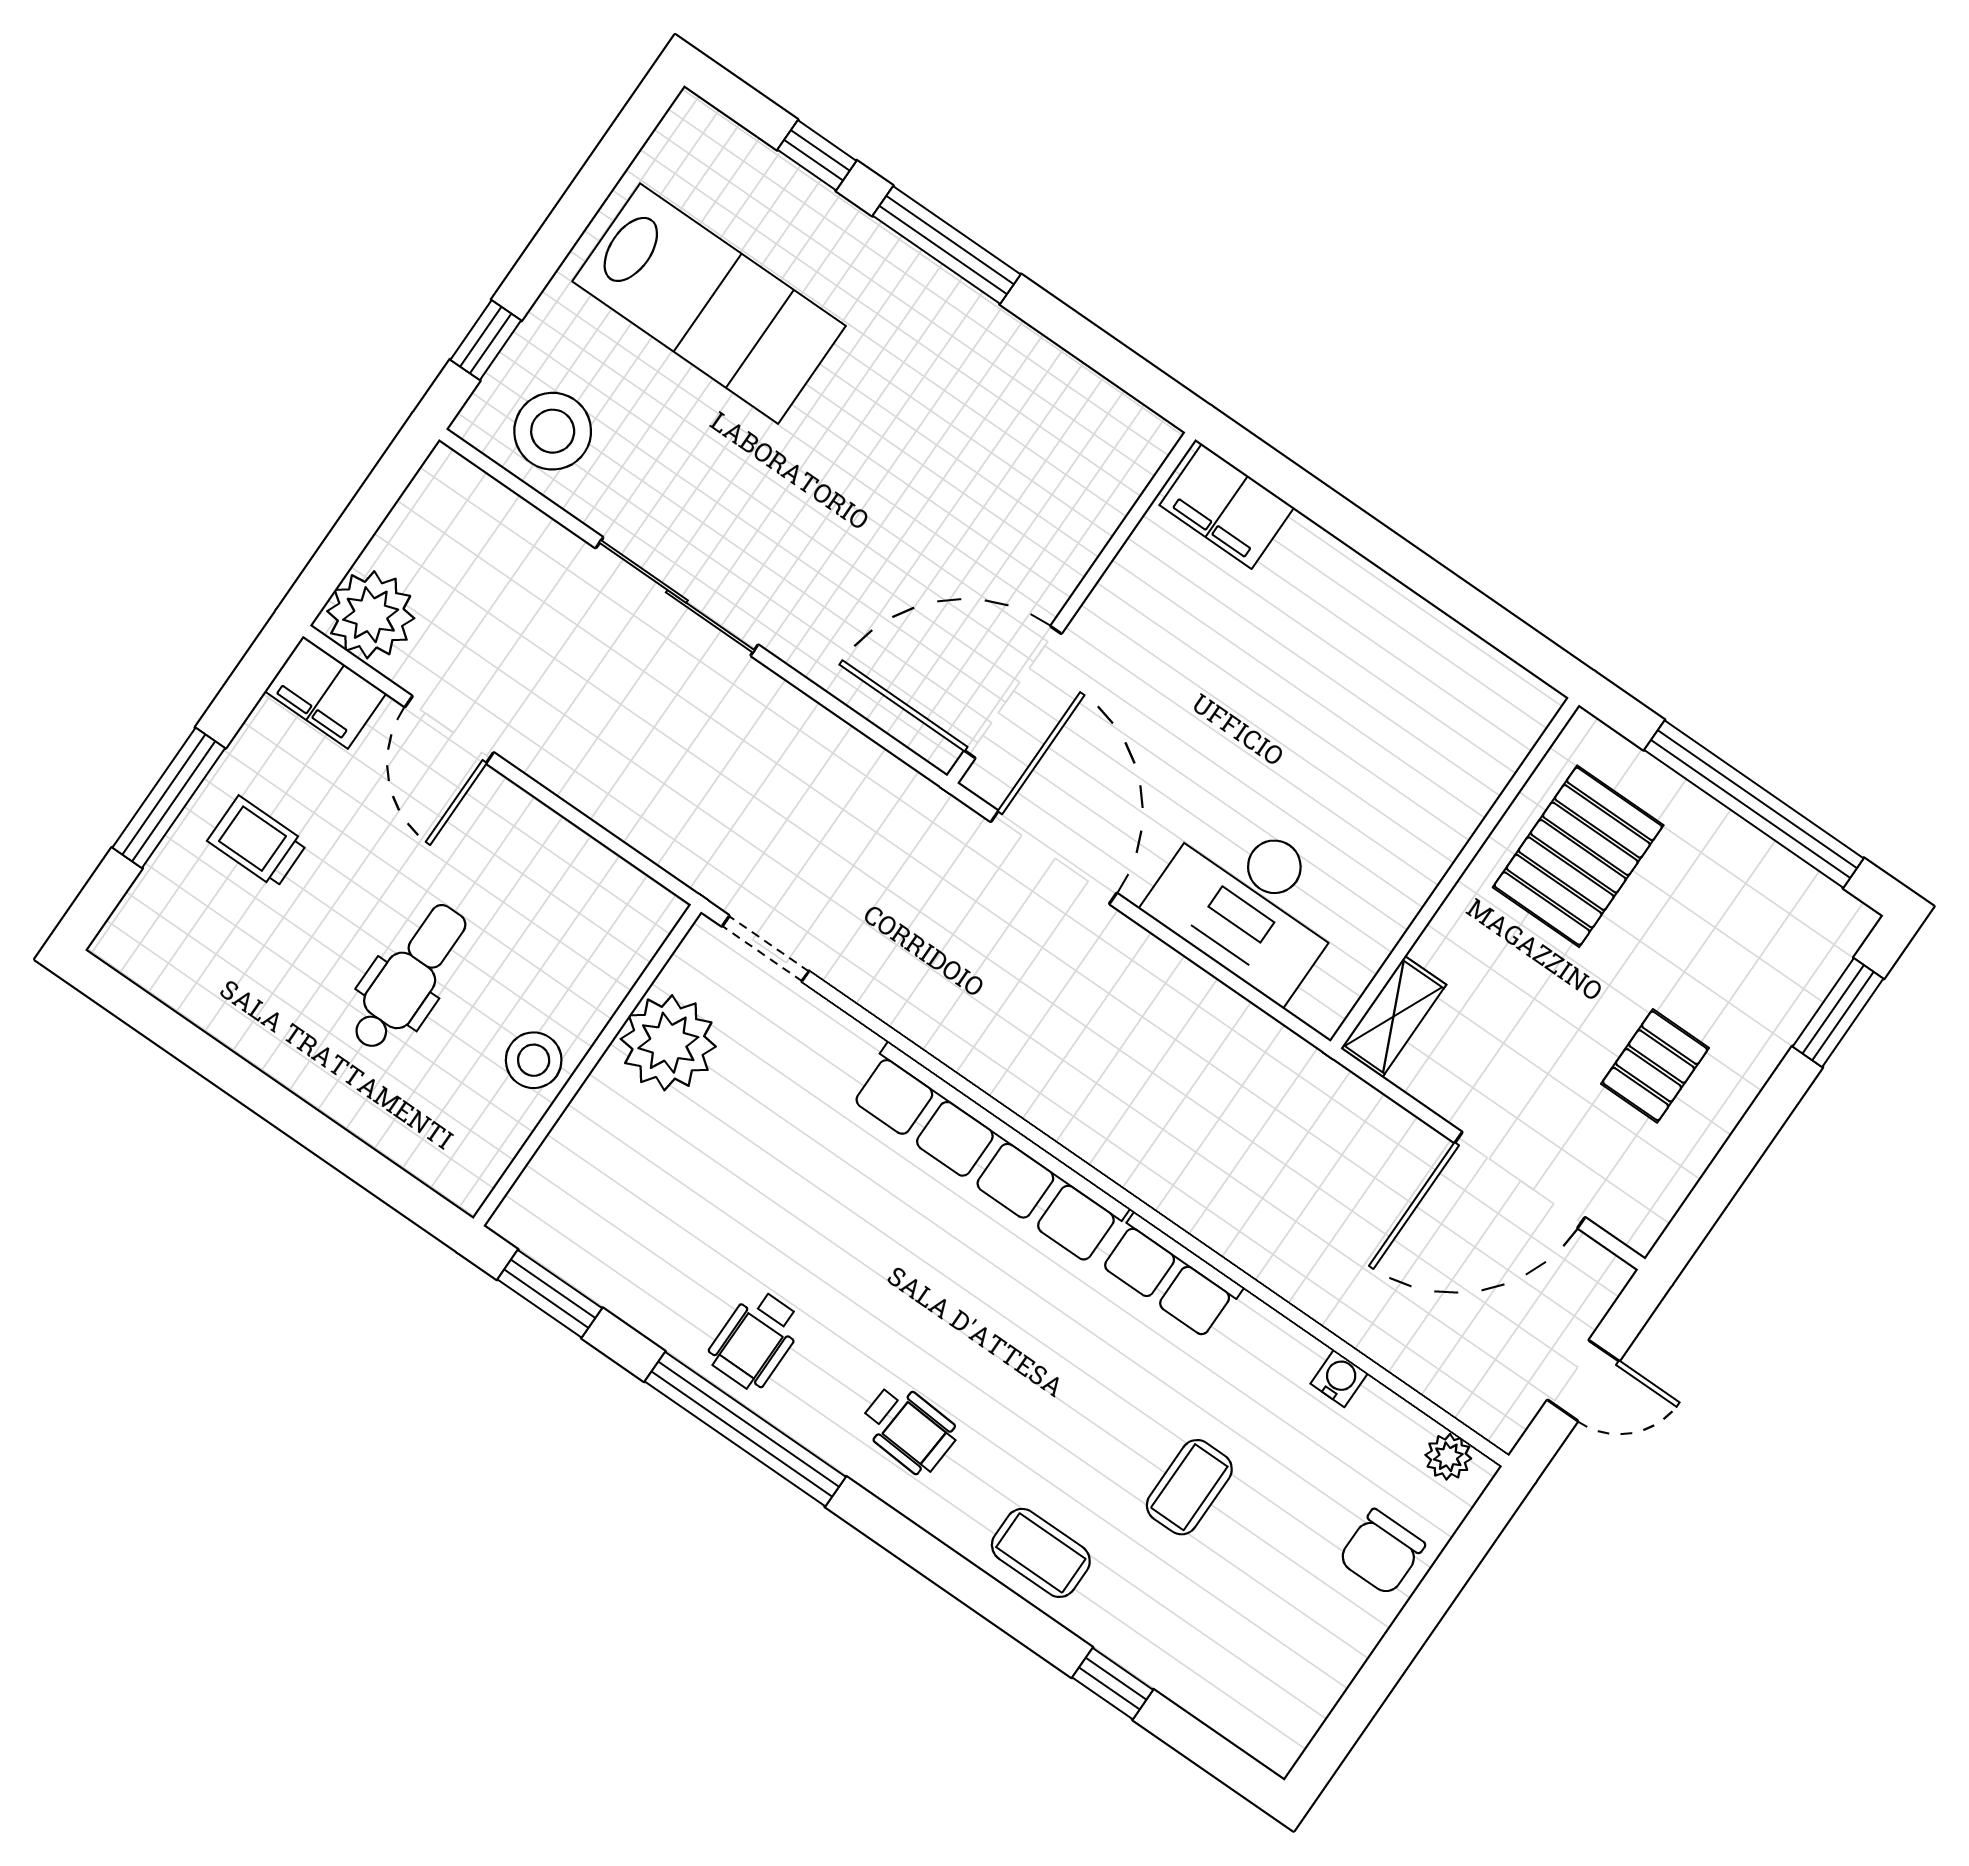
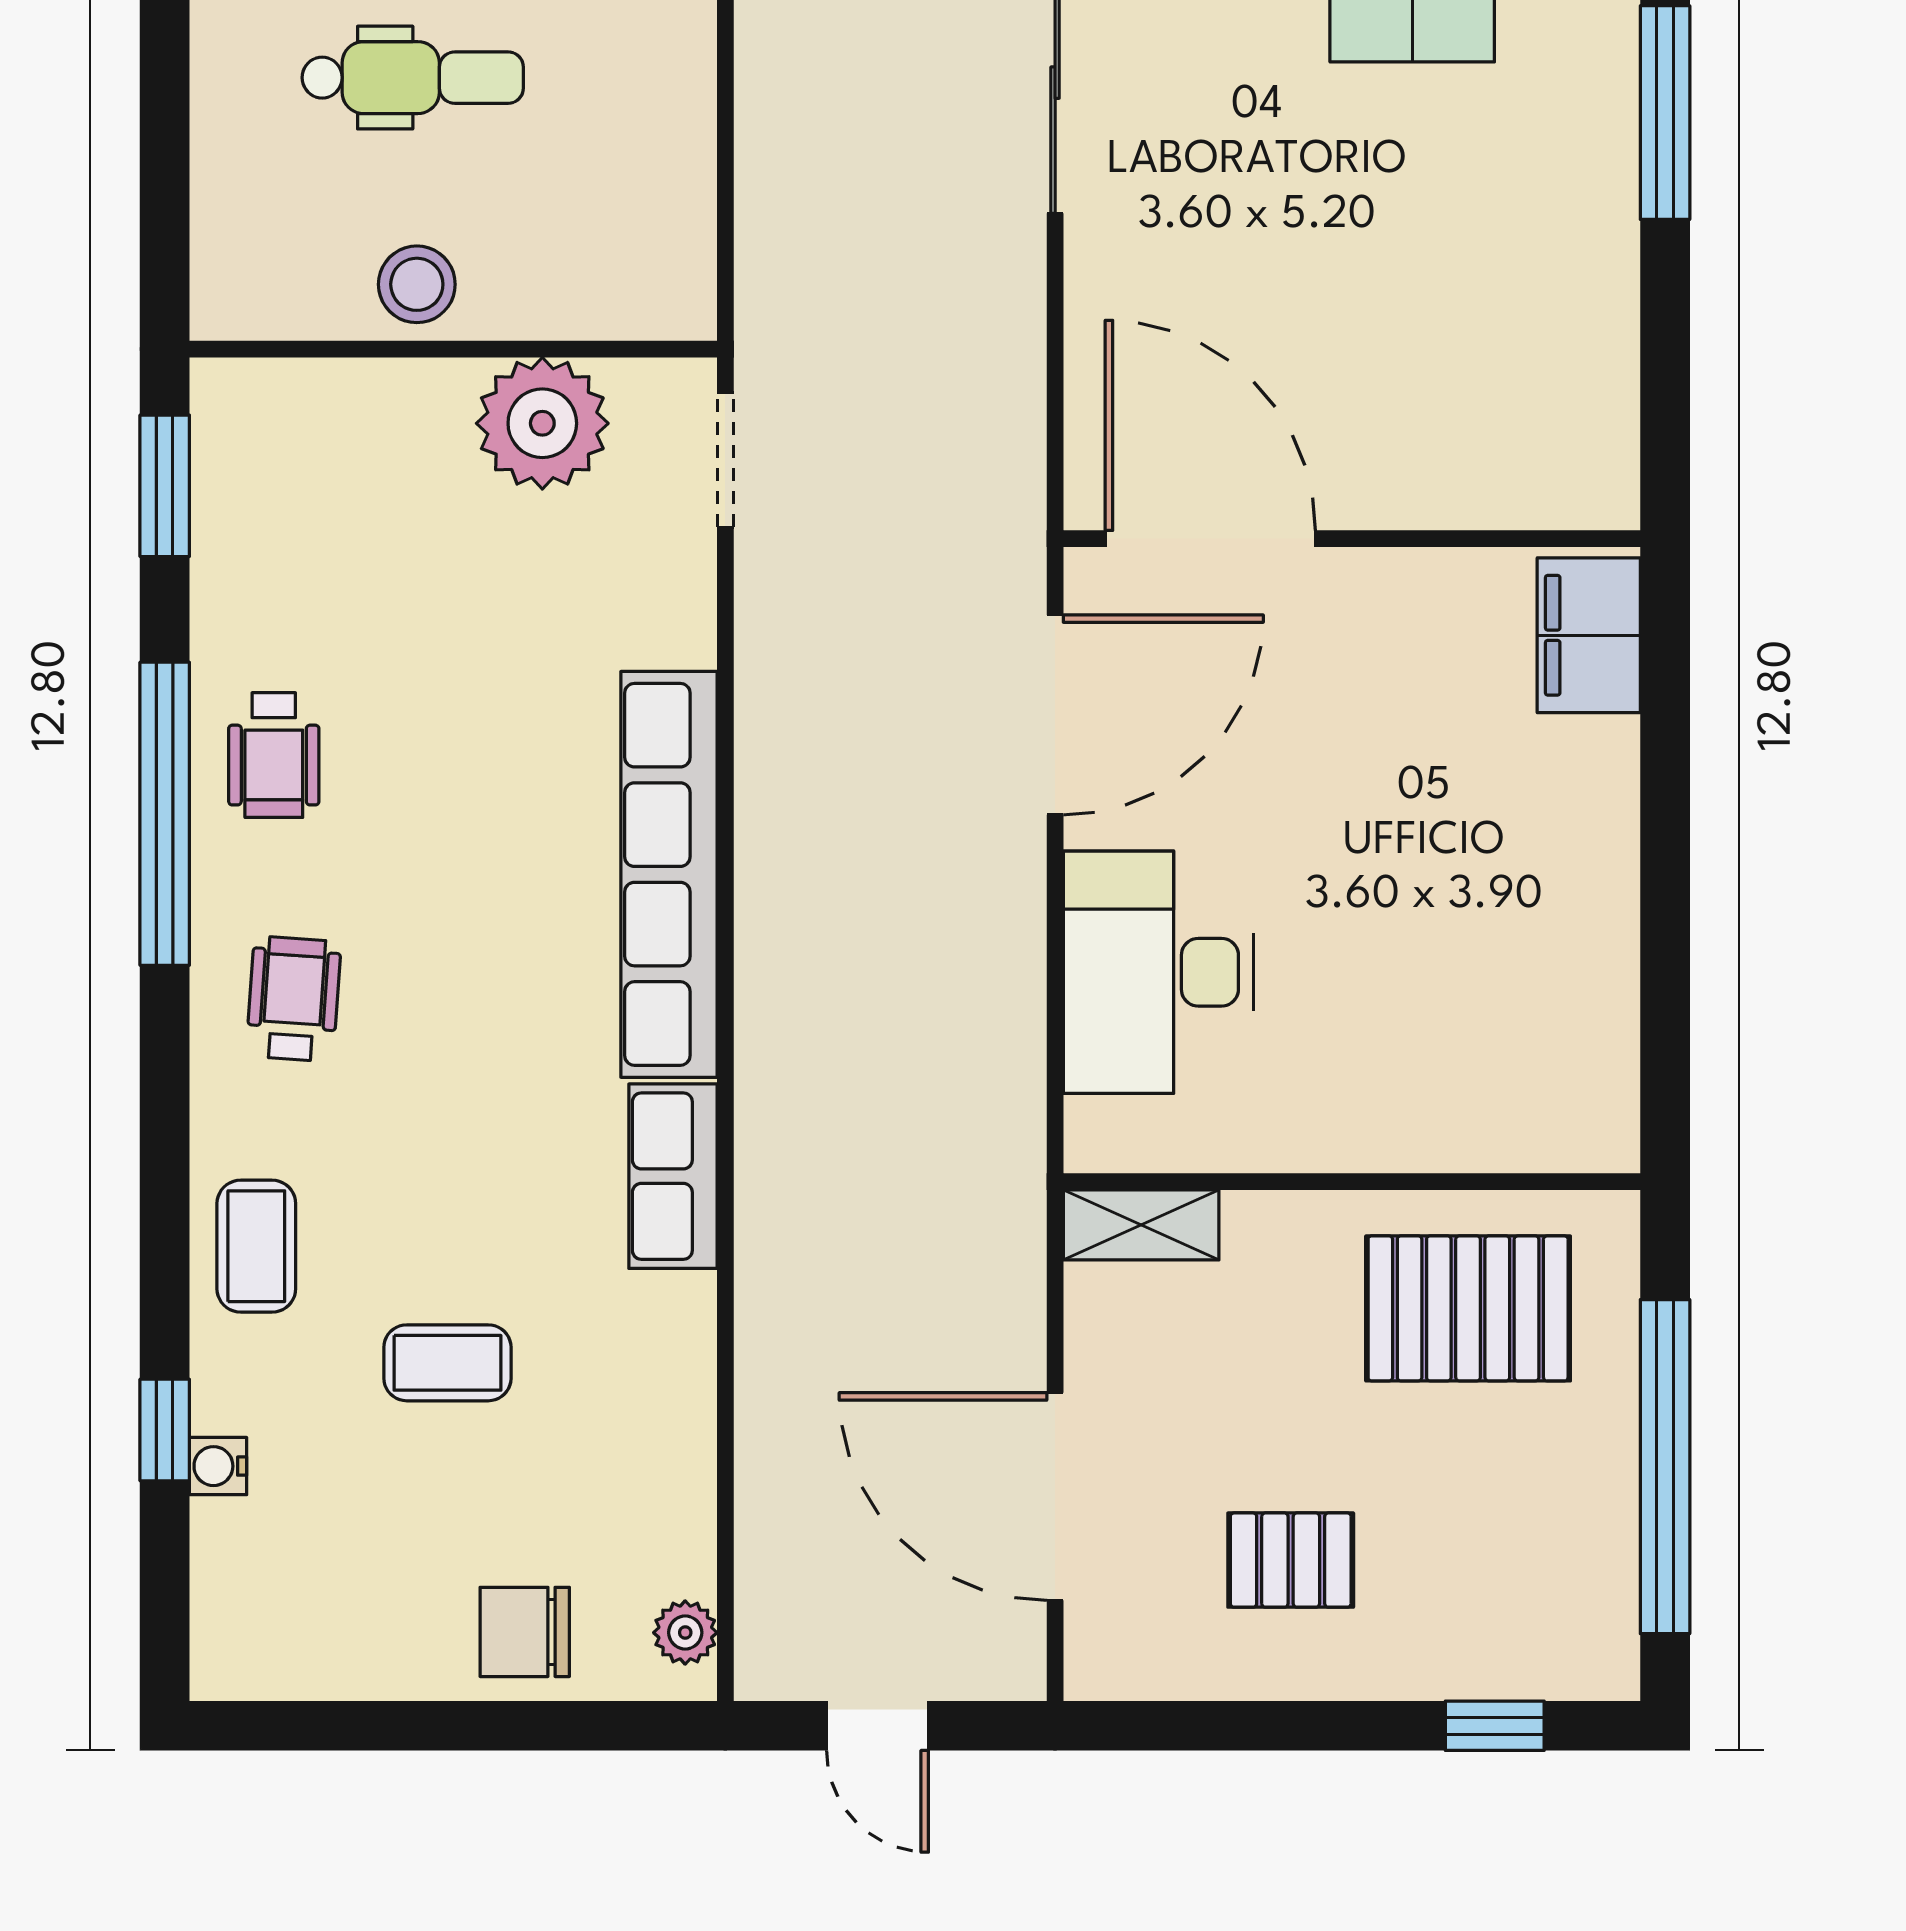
window: (1838, 1013) -> (1495, 1726), width x0.67
wheelchair: (755, 1340) -> (274, 755), turned -90
water cooler: (1339, 1378) -> (218, 1466), moved, turned 180
wheelchair: (909, 1429) -> (294, 999), turned 180

